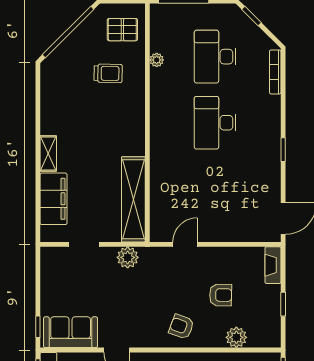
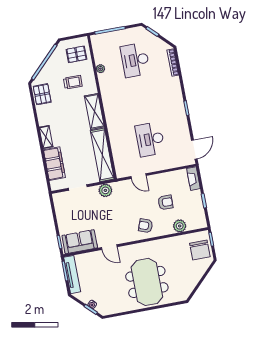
pallet: (55, 83) -> (42, 94), added
desk: (215, 123) -> (150, 139), moved
shelving: (134, 127) -> (94, 111), added
door: (185, 244) -> (138, 176), swing flipped

